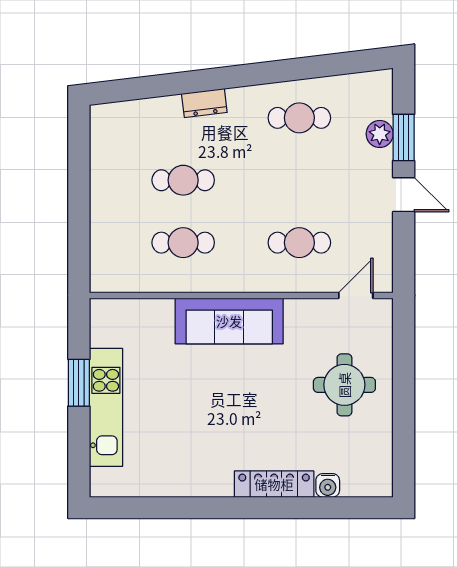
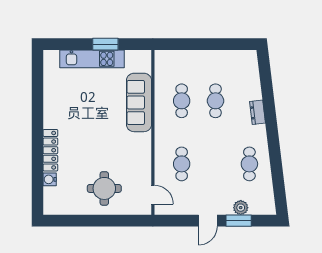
sofa: (229, 321) -> (139, 102), moved

